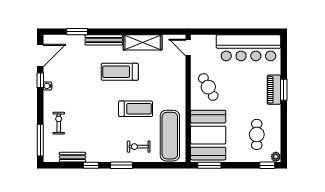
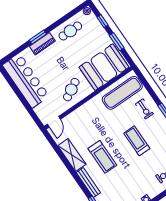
treadmill: (136, 109) -> (137, 141), moved
cafe table: (257, 134) -> (70, 31), moved
window: (209, 165) -> (117, 42), moved
window: (267, 165) -> (102, 21), moved

